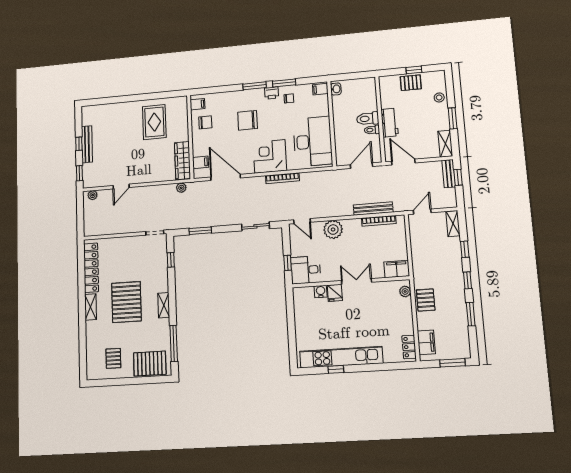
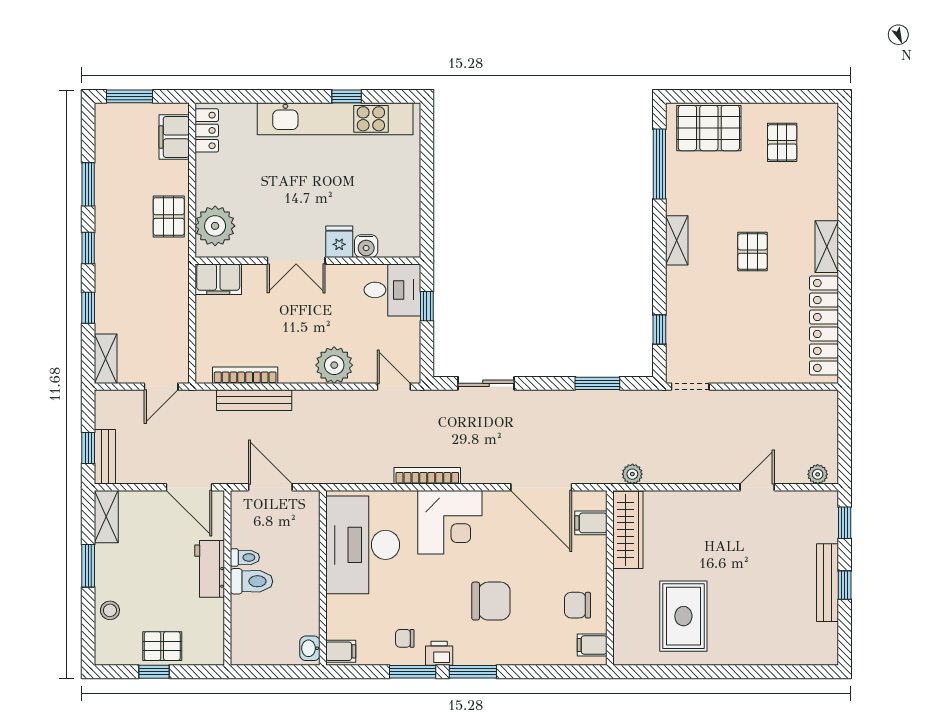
door: (362, 166) -> (270, 487), swing flipped
plant: (405, 291) -> (215, 226), width x1.88, depth x1.88
pallet: (126, 302) -> (753, 252), width x0.49, depth x0.50

